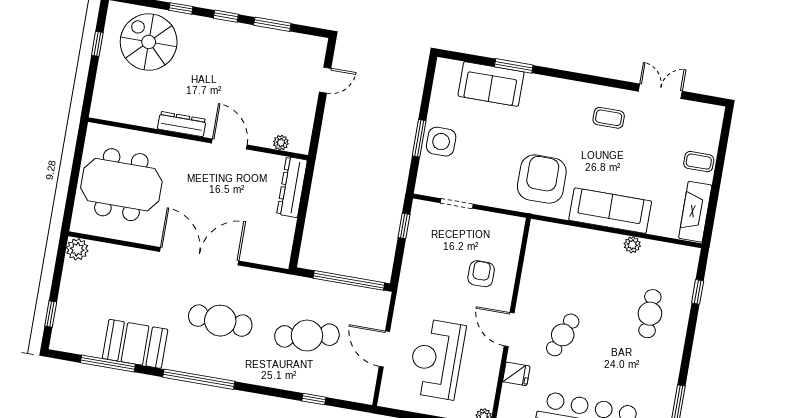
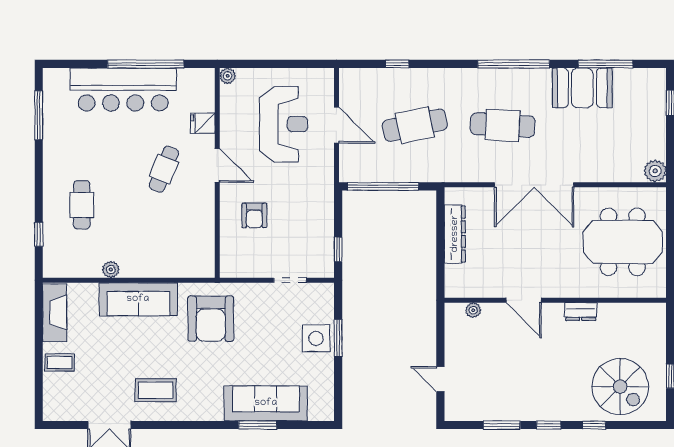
door: (325, 80) -> (440, 379), hinge flipped
sofa: (491, 84) -> (266, 403), width x1.36
coffee table: (609, 118) -> (156, 390), width x1.36, depth x1.30
dresser: (182, 124) -> (581, 312), width x0.70
dresser: (292, 187) -> (455, 234), moved

